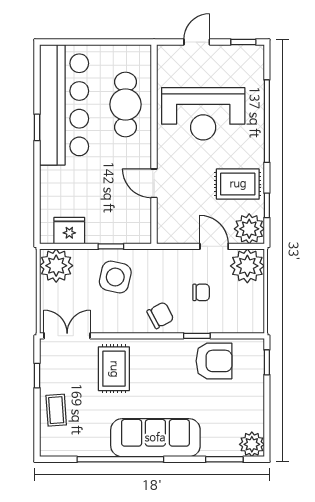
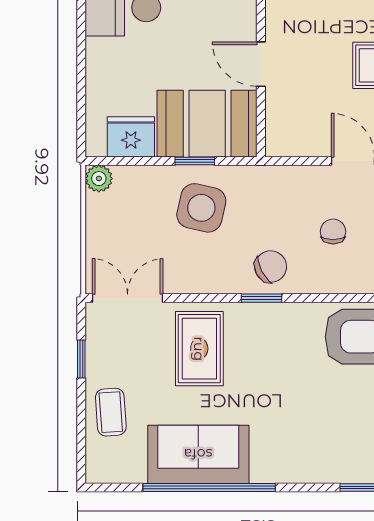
booth: (119, 222) -> (207, 124), added
plant: (56, 266) -> (99, 179), width x0.53, depth x0.53
chair: (201, 292) -> (333, 231), turned -90
window: (197, 336) -> (261, 298), moved
sofa: (155, 438) -> (198, 454), moved, width x0.73

